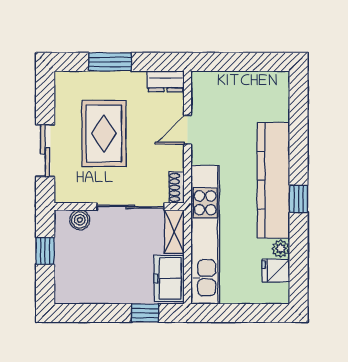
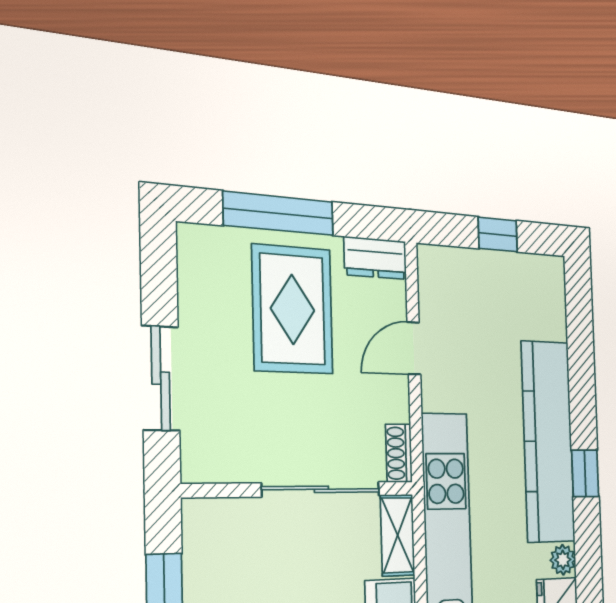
window: (110, 62) -> (279, 213), width x1.44
window: (244, 62) -> (498, 235), added
rug: (104, 134) -> (292, 309), moved
boiler: (80, 220) -> (230, 517), removed

